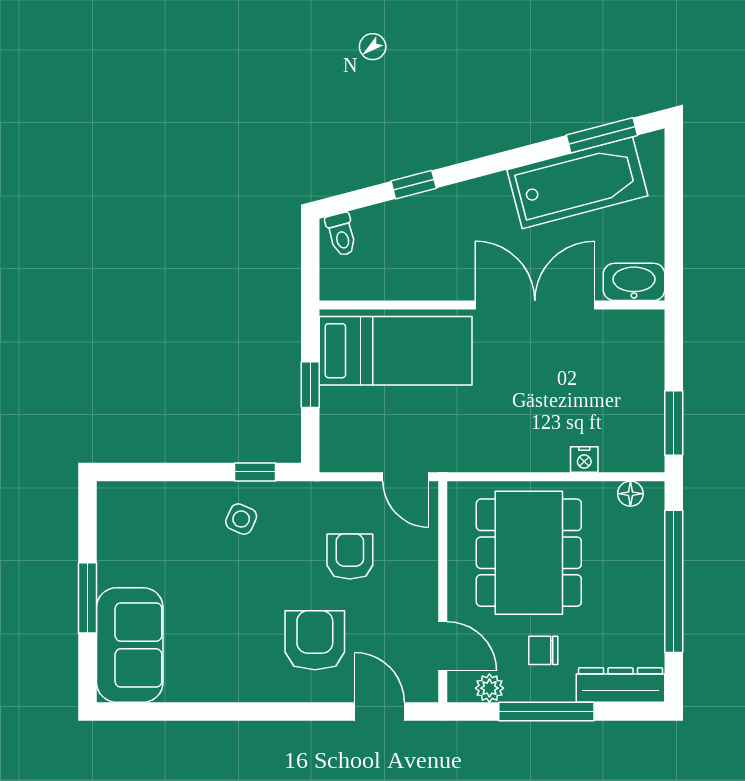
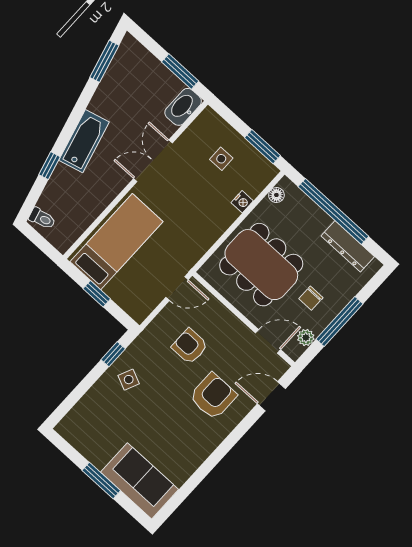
bathtub: (577, 183) -> (84, 141), moved, width x0.73, depth x0.73
window: (674, 239) -> (180, 71), added
double door: (535, 305) -> (153, 161), width x0.73
side table: (613, 386) -> (221, 159), added
armchair: (315, 640) -> (213, 396), turned 90
dresser: (621, 685) -> (348, 246), moved, turned -90

